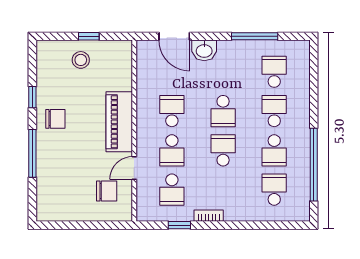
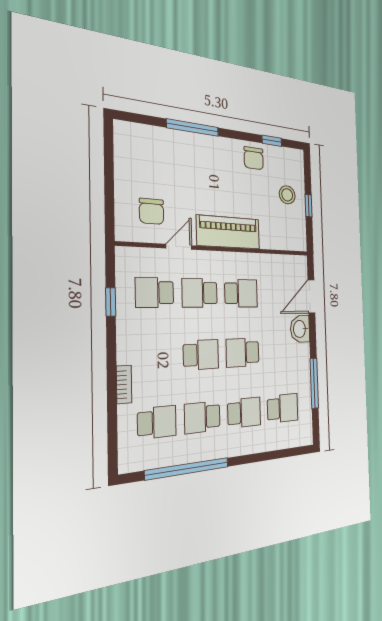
window: (32, 97) -> (272, 141), moved
chair: (55, 119) -> (254, 158), moved
door: (134, 168) -> (179, 247), hinge flipped
bookcase: (209, 216) -> (124, 384), moved

